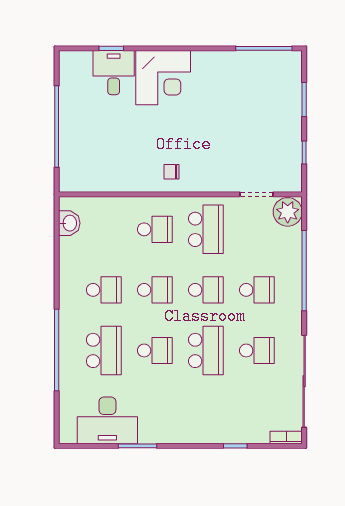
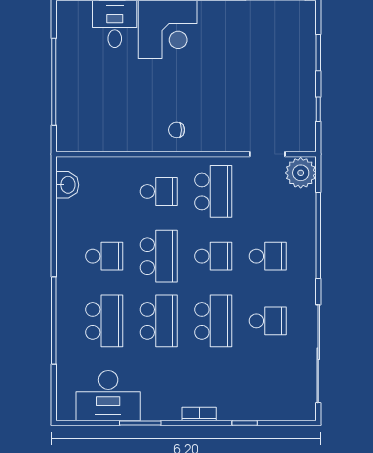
school desk: (155, 290) -> (159, 256), width x1.85
school desk: (155, 350) -> (159, 321), width x1.85
bookcase: (286, 438) -> (199, 414), moved

